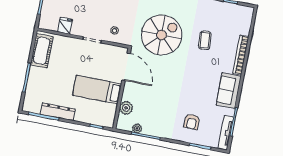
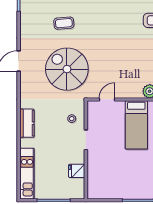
cot: (42, 51) -> (107, 190), removed
door: (126, 67) -> (107, 99), width x0.53

